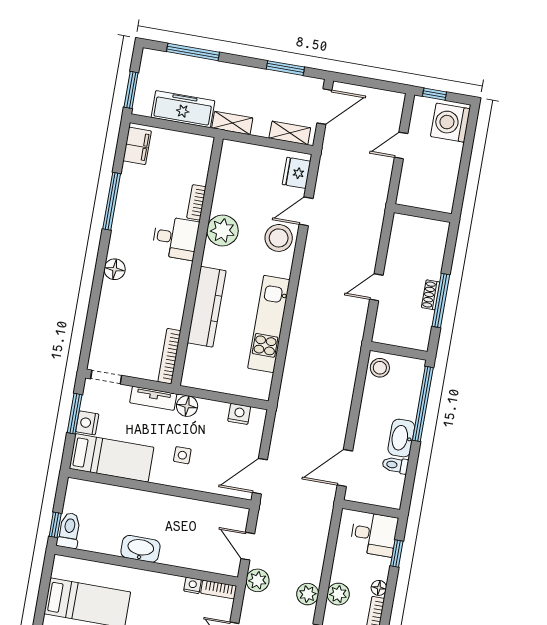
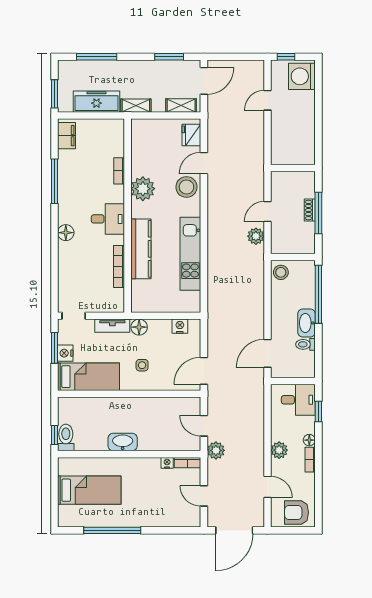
wall: (423, 213) -> (293, 168), moved
desk: (175, 238) -> (108, 219), moved
bookcase: (169, 356) -> (119, 267), moved
plant: (308, 594) -> (256, 236), moved

